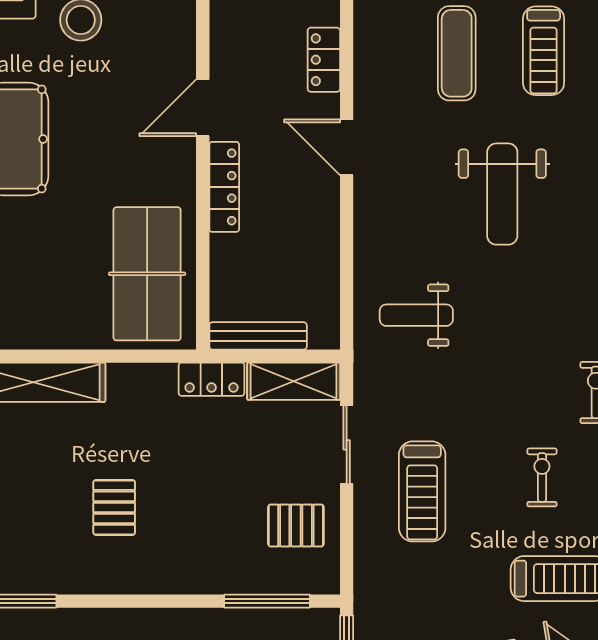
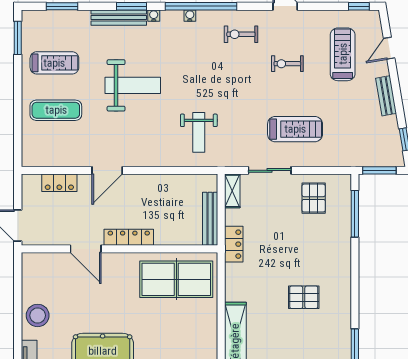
shelving: (294, 381) -> (232, 191), width x0.67, depth x0.75

